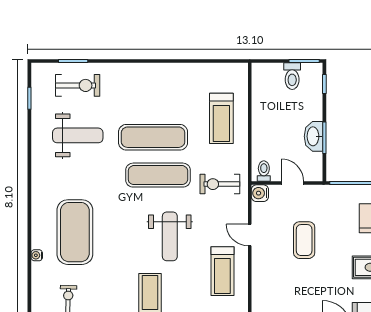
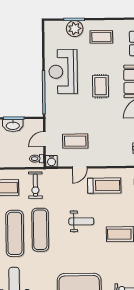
exercise bike: (220, 184) -> (35, 185), moved
weight bench: (170, 236) -> (81, 221), width x0.73, depth x0.75
coffee table: (304, 240) -> (75, 141), moved

